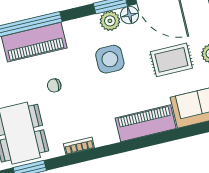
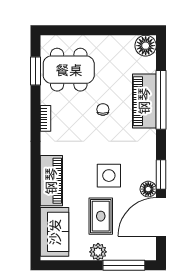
plant: (110, 21) -> (147, 171), removed
side table: (110, 59) -> (109, 176), moved

